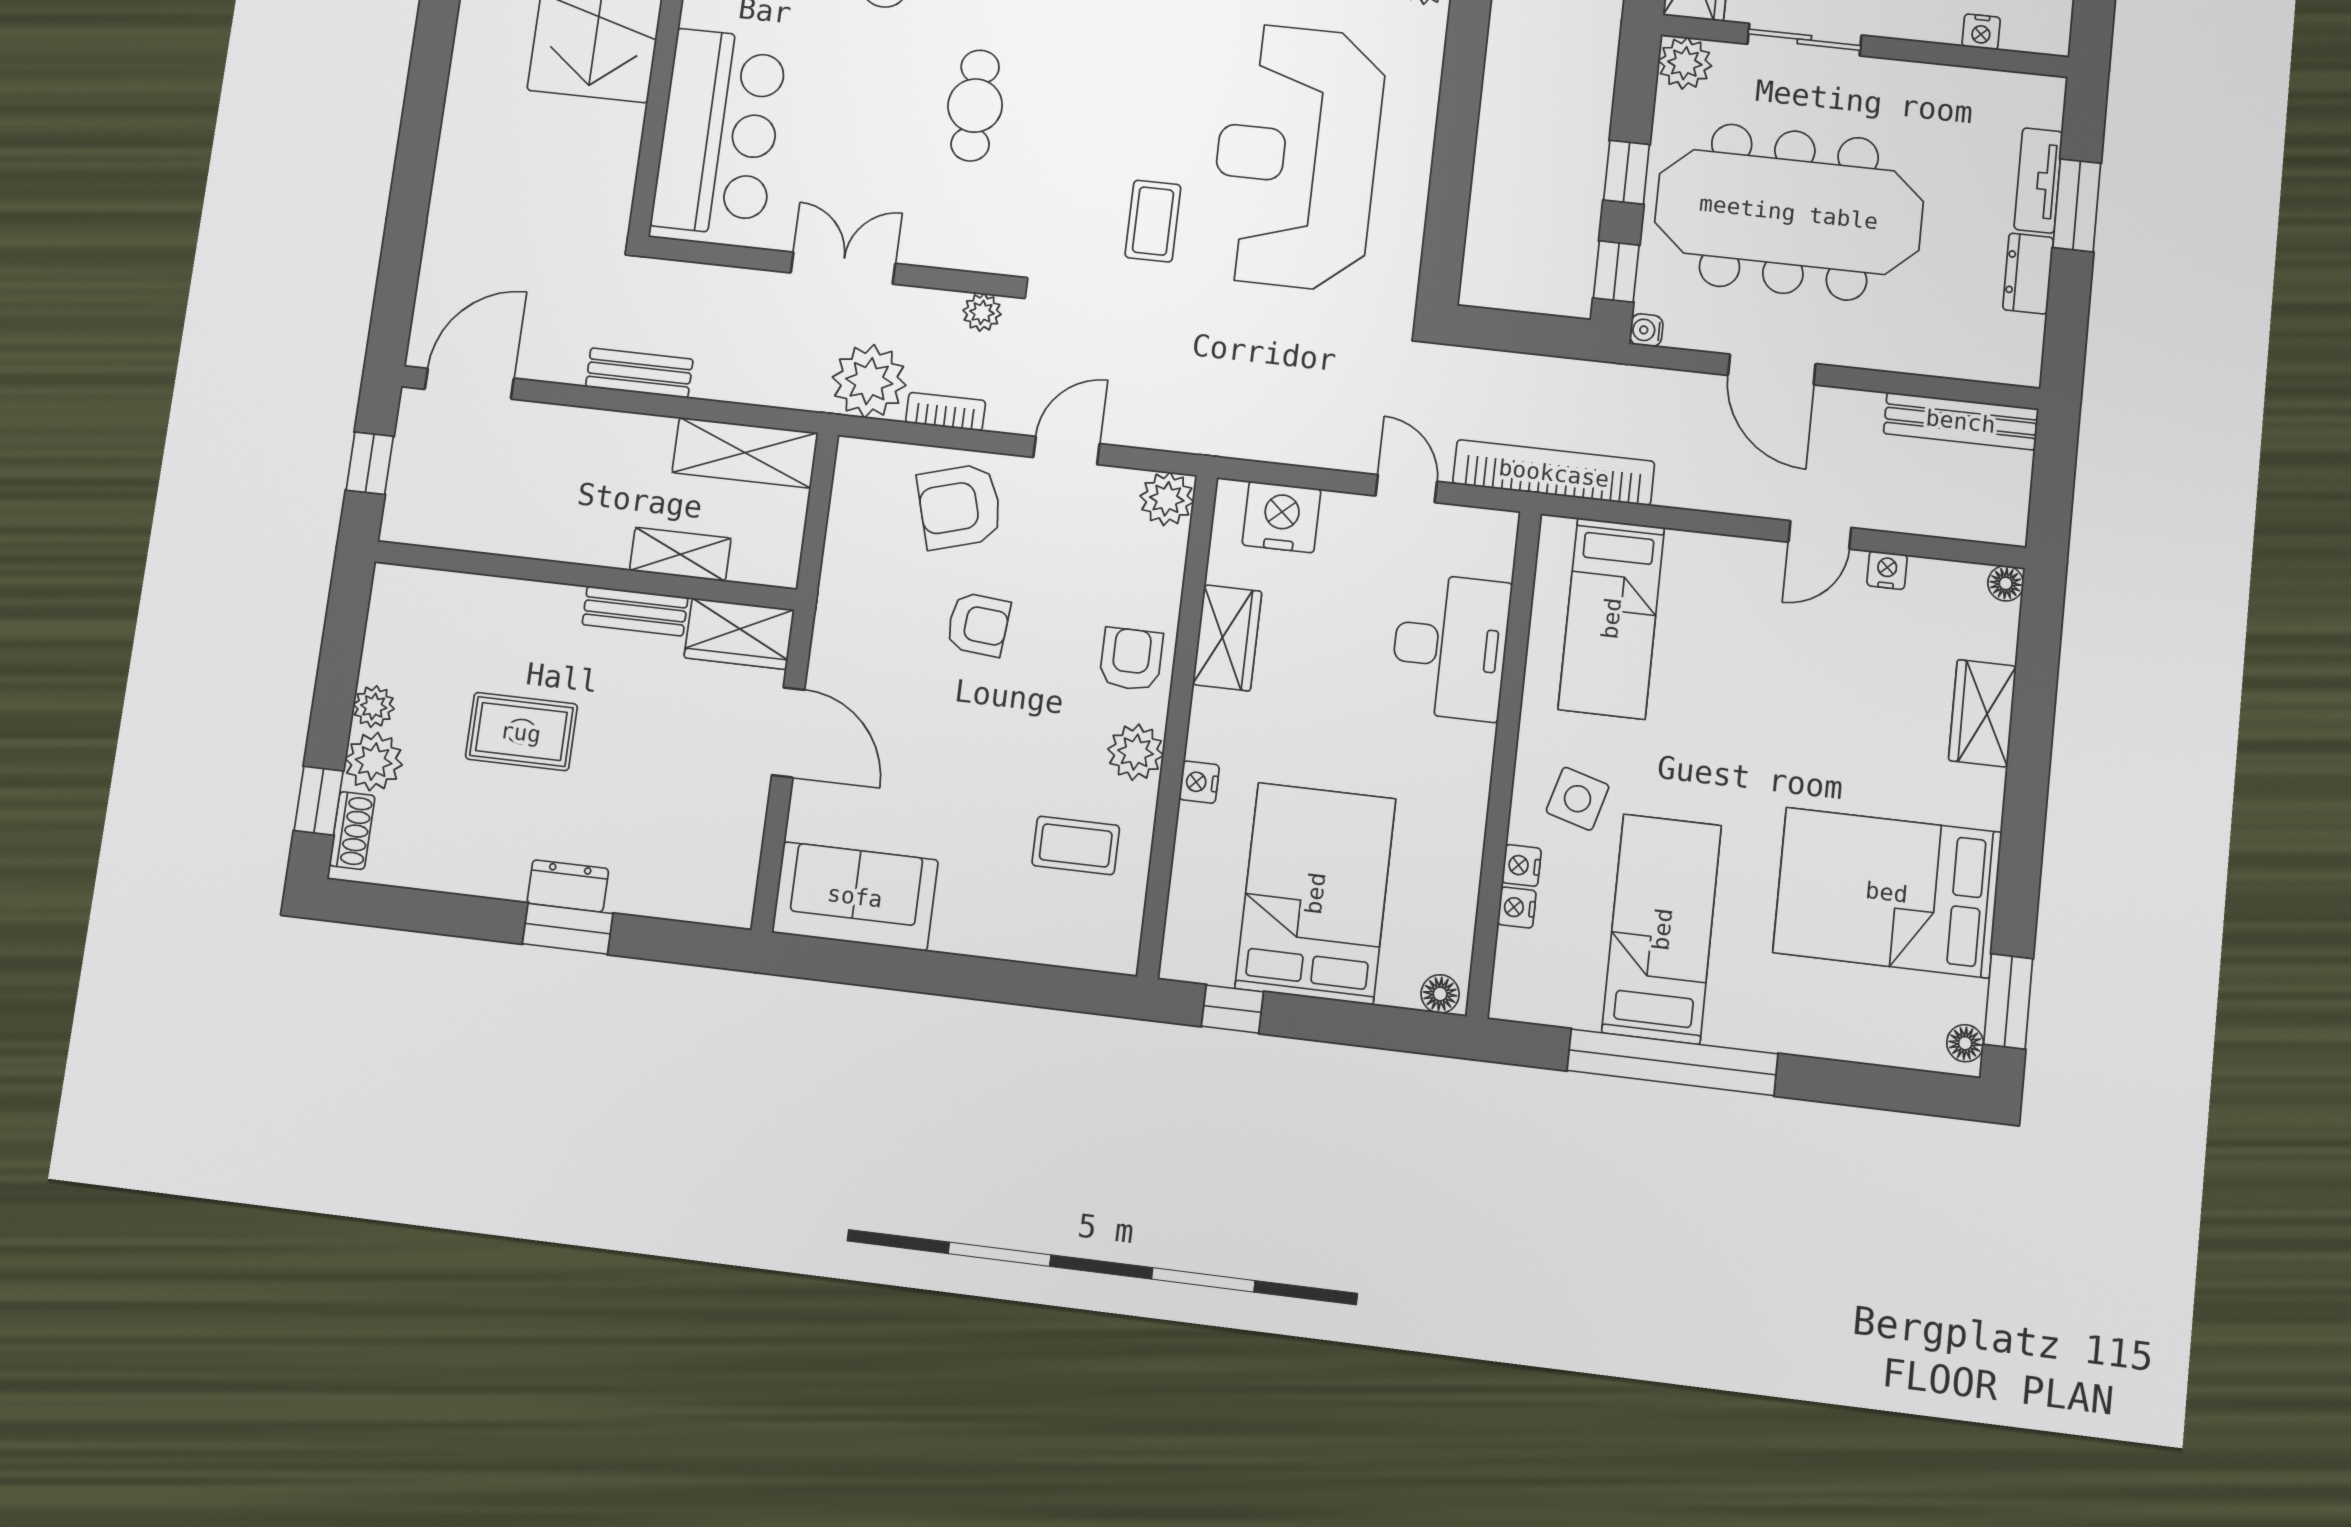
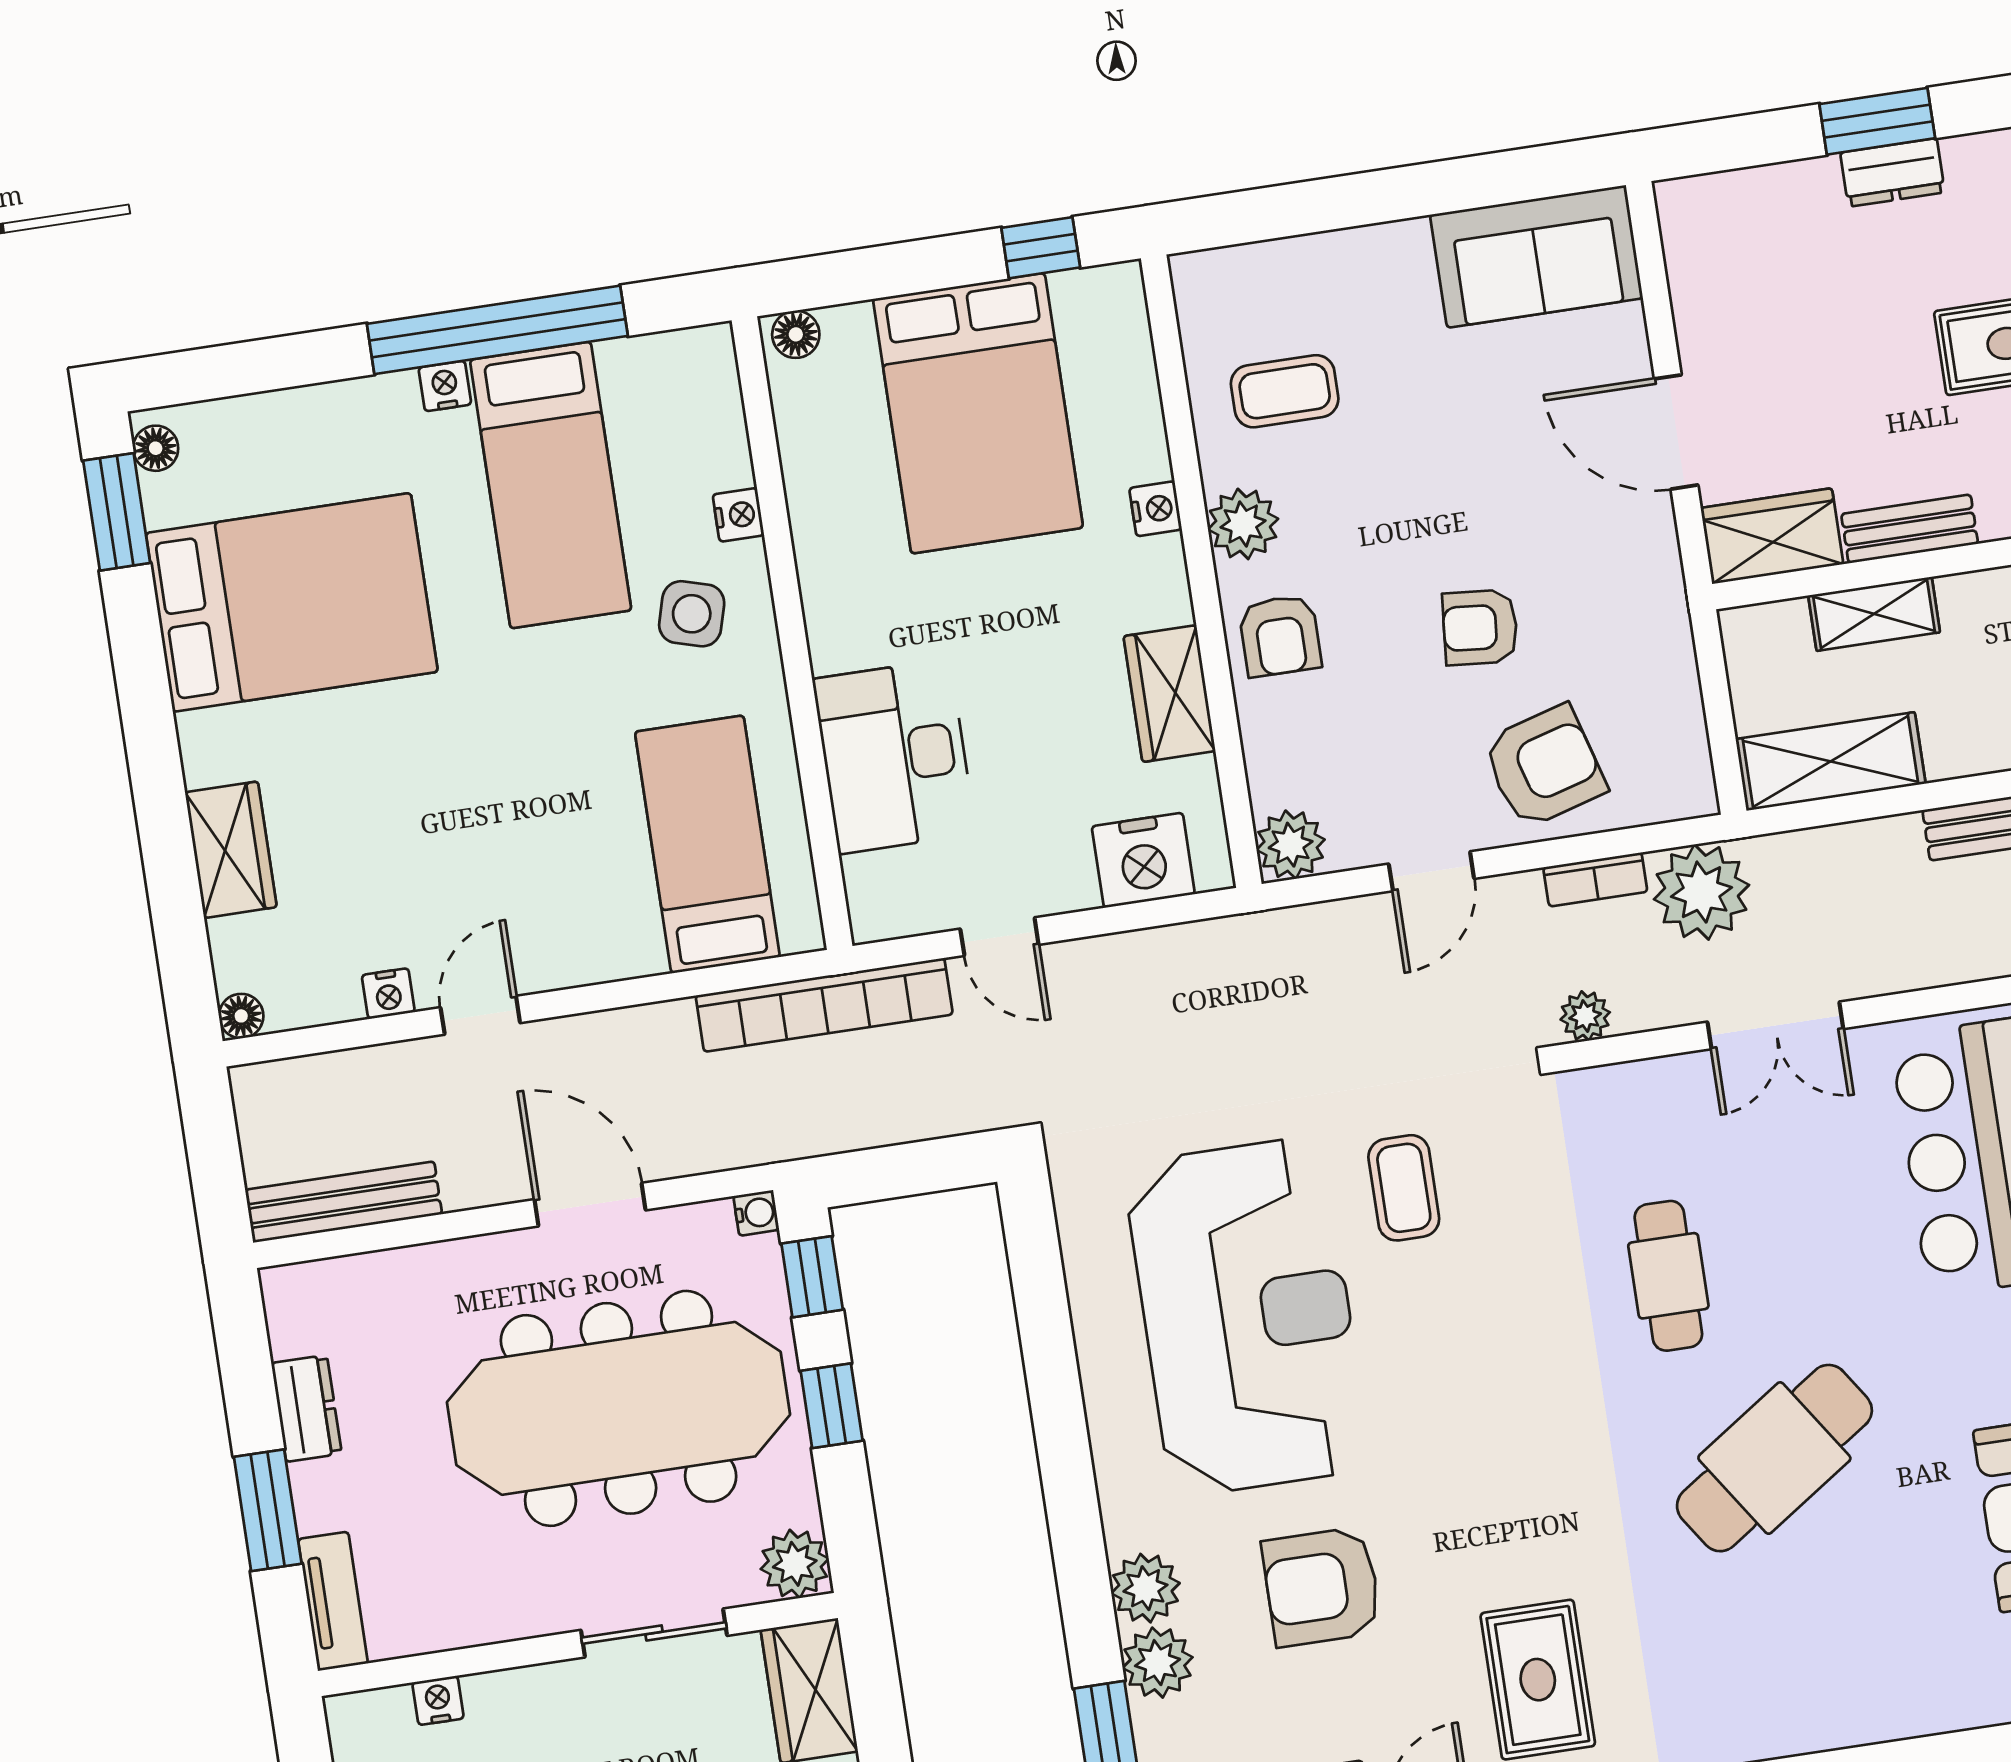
tv unit: (2038, 181) -> (333, 1601), moved
nightstand: (1517, 907) -> (445, 386), moved, turned -90

